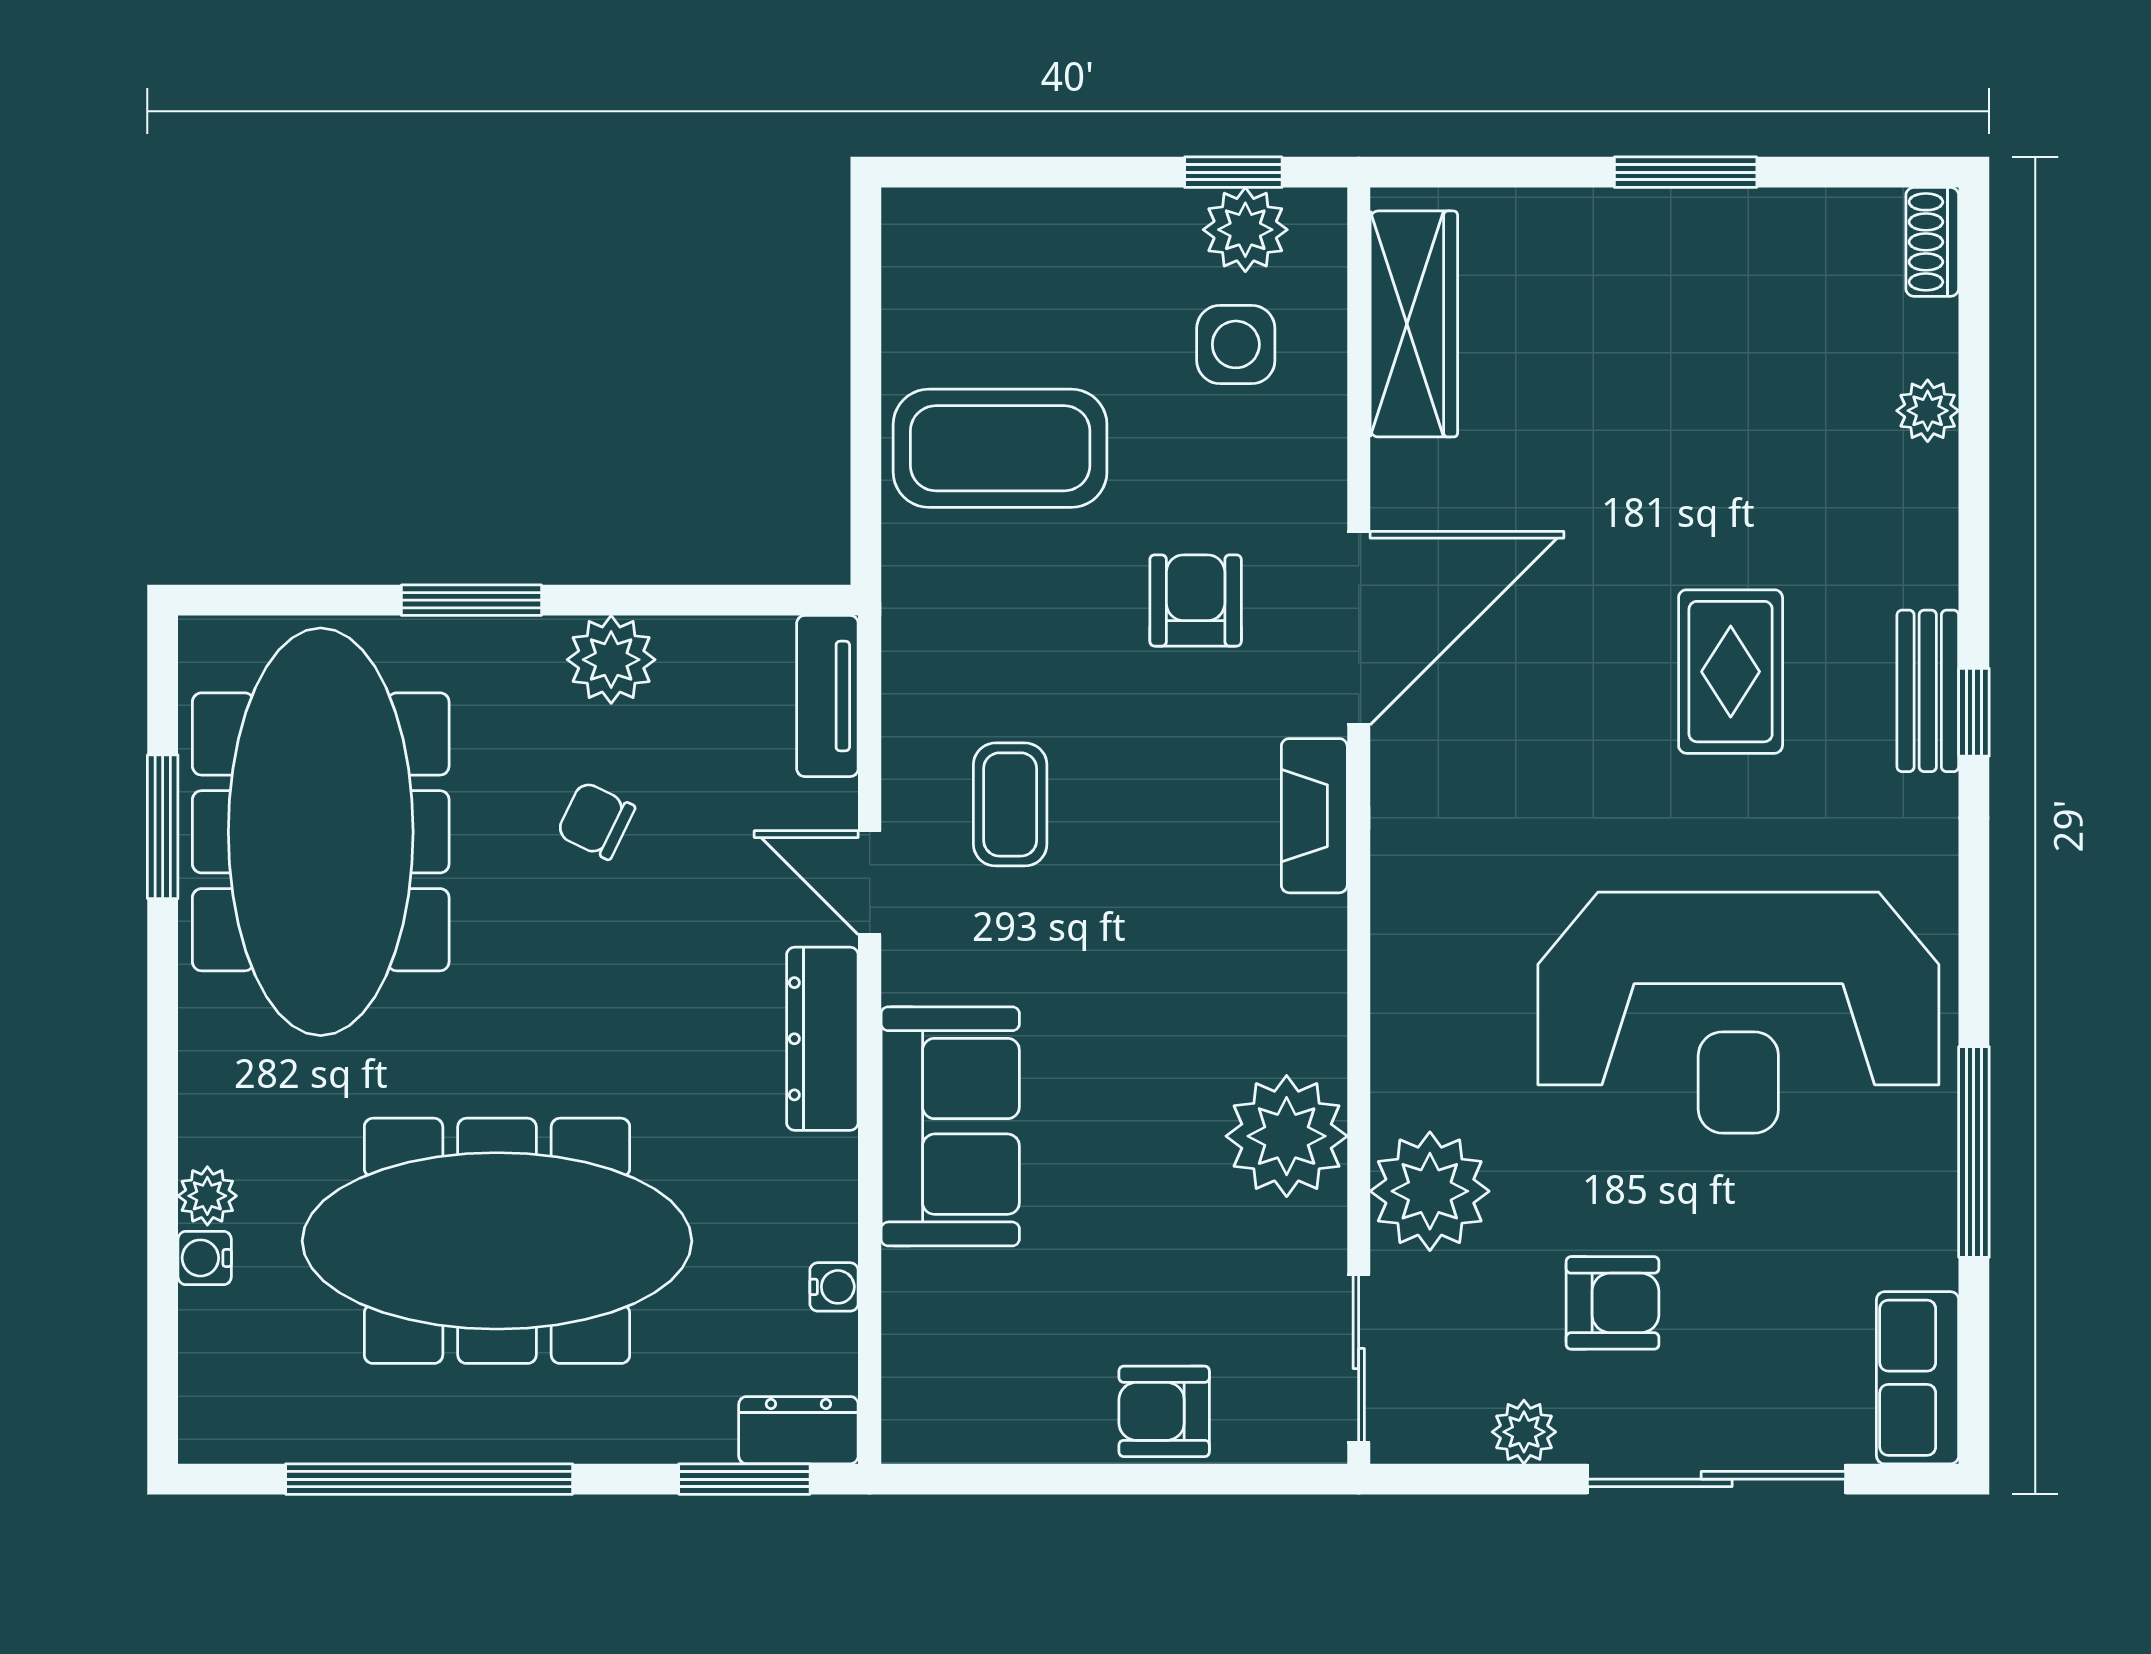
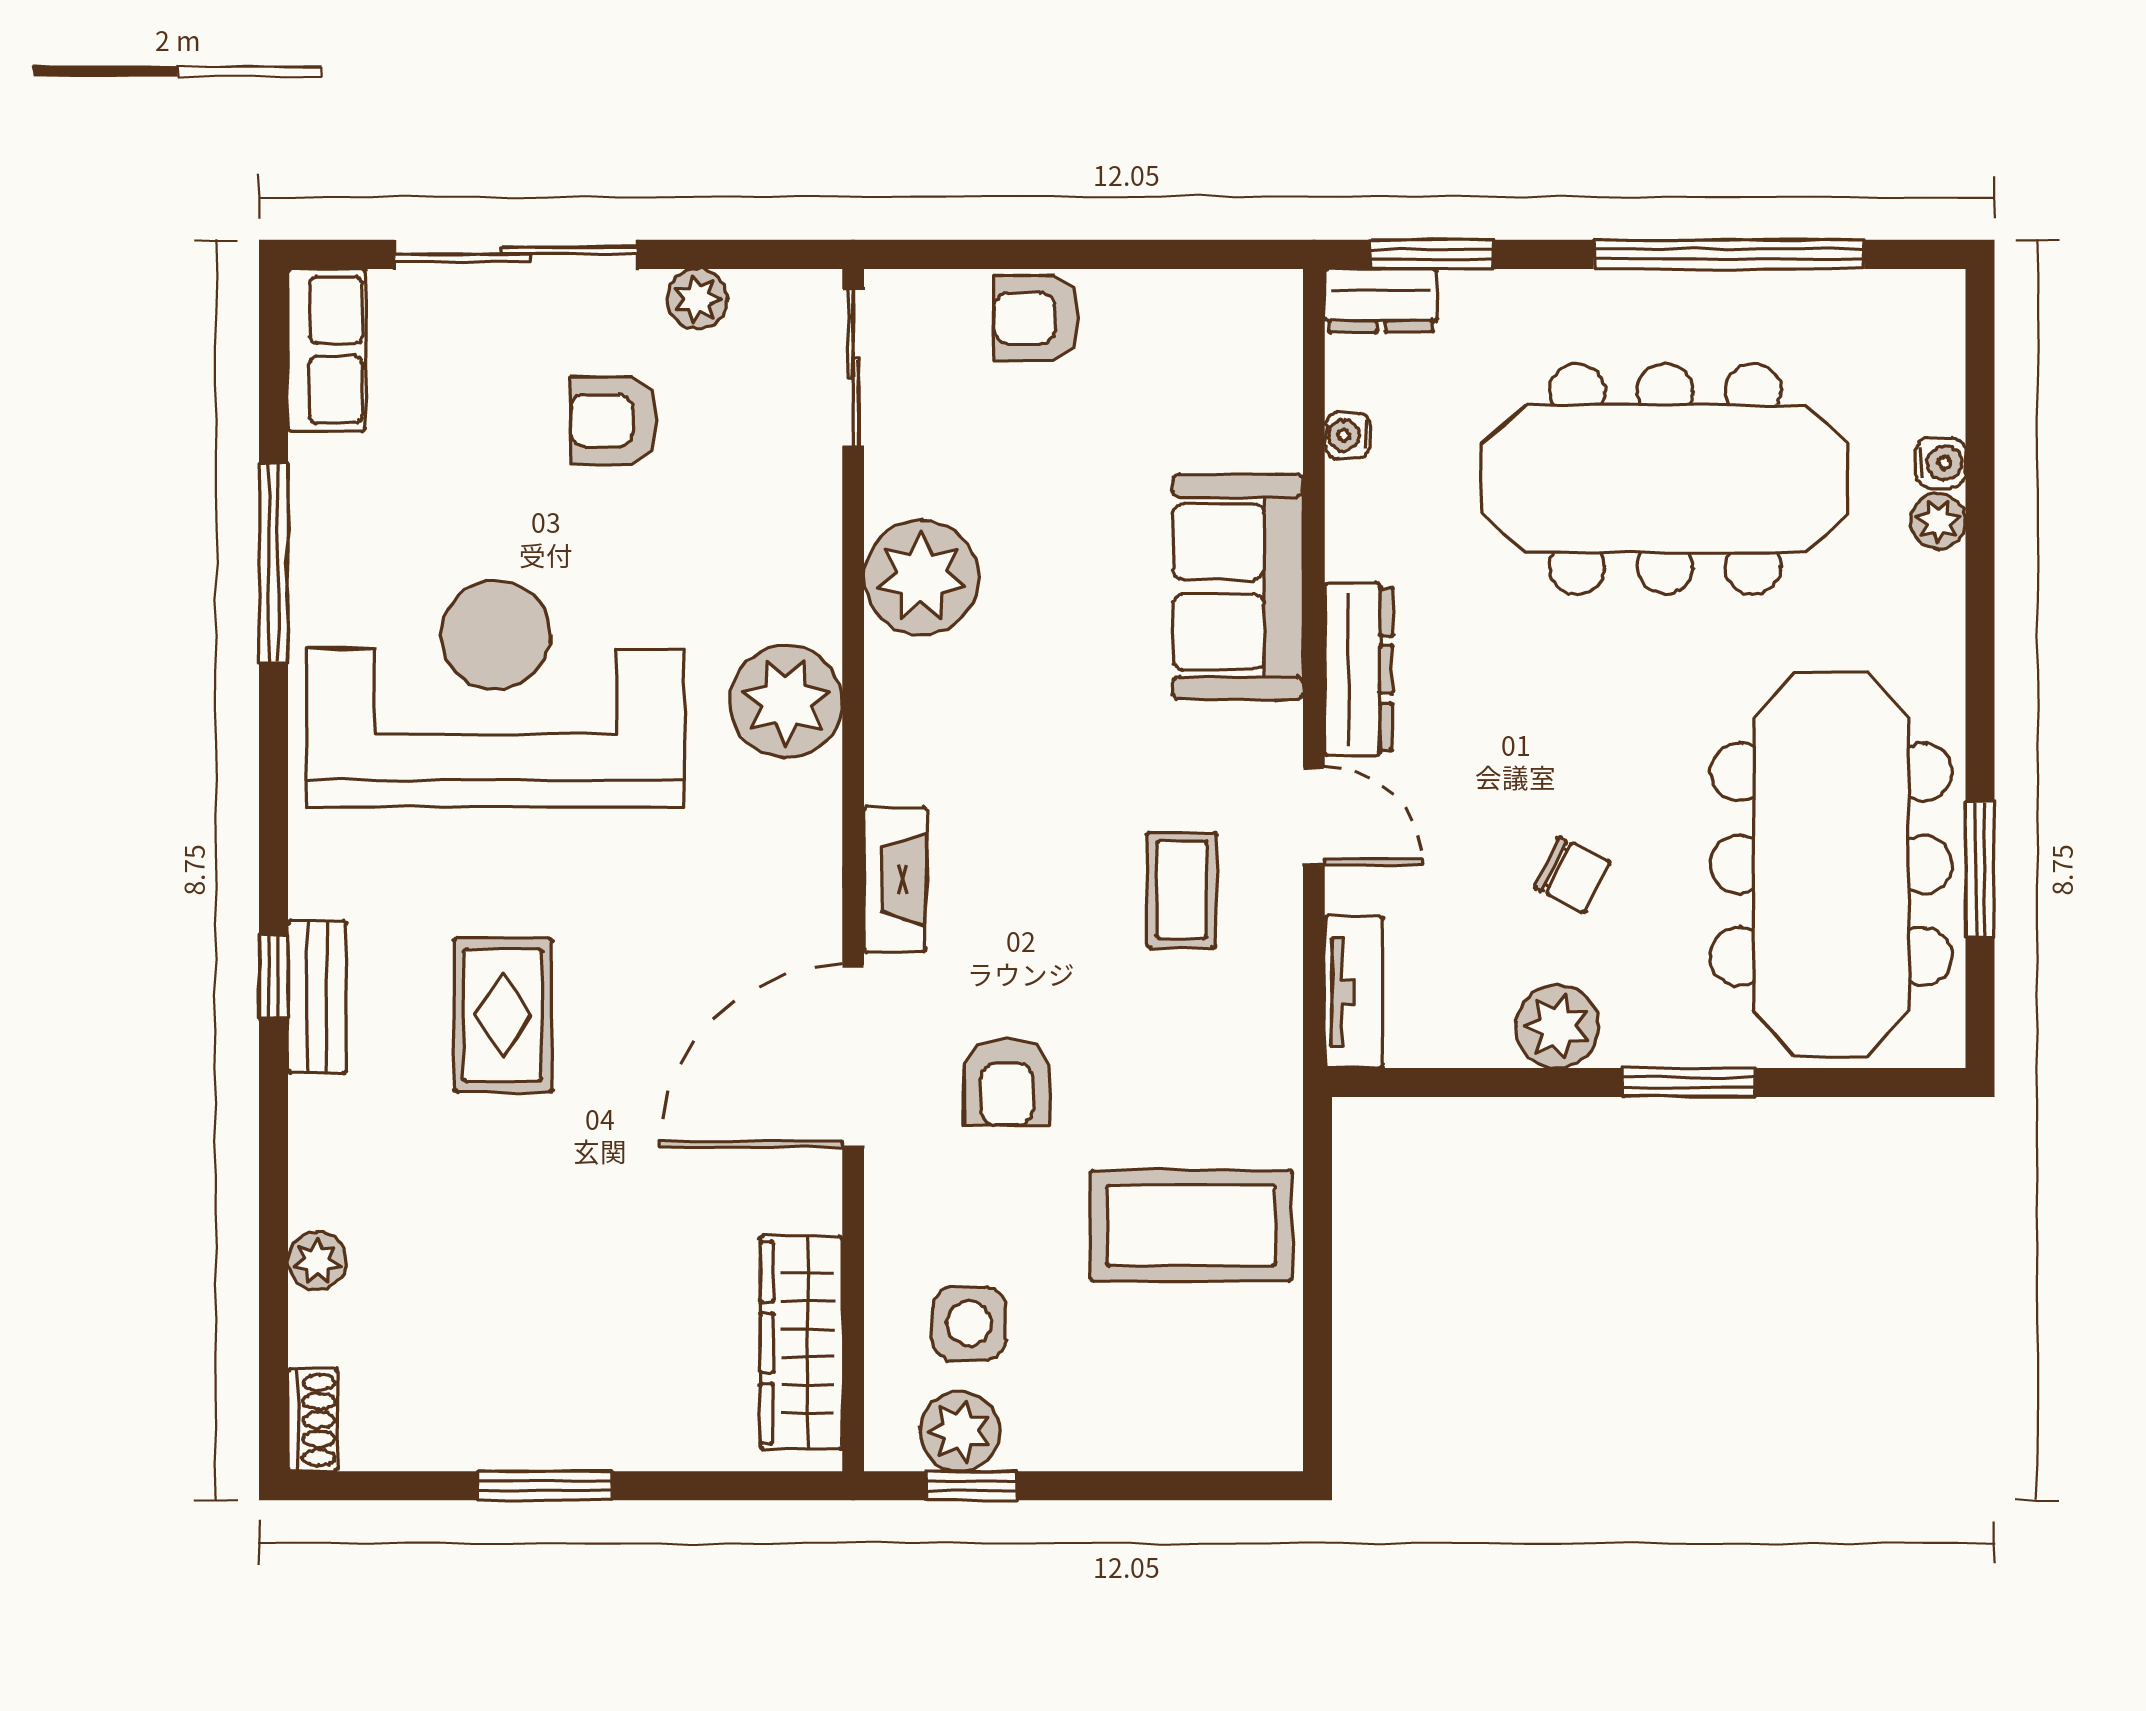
plant: (1430, 1191) -> (786, 701), moved
armchair: (1164, 1411) -> (1036, 318), turned 180

